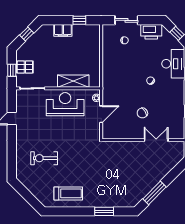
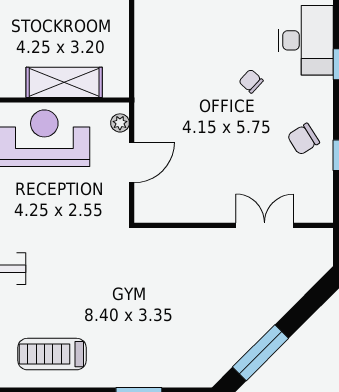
chair: (142, 113) -> (303, 139), moved
treadmill: (68, 193) -> (52, 354), turned 180

